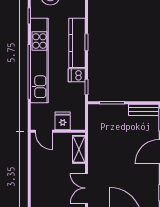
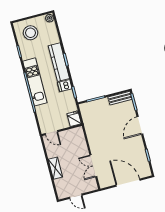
kitchen unit: (39, 60) -> (35, 82), width x0.73
fridge: (63, 121) -> (74, 119), moved
shelving: (79, 149) -> (55, 168), moved

